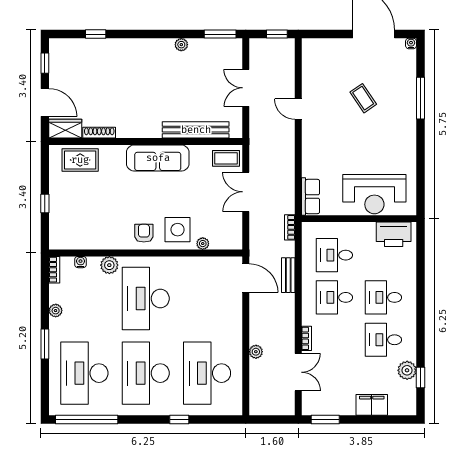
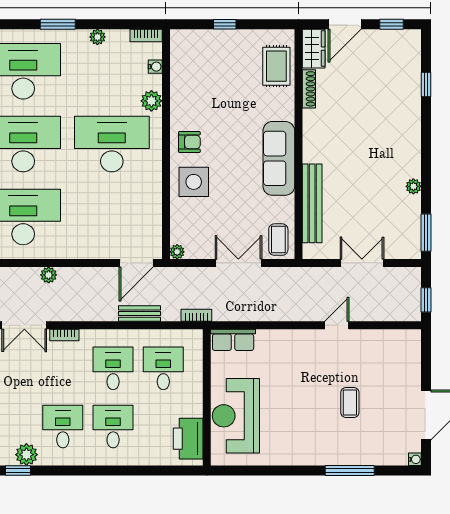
coffee table: (363, 98) -> (350, 403), turned -56
plant: (203, 244) -> (177, 252), moved

